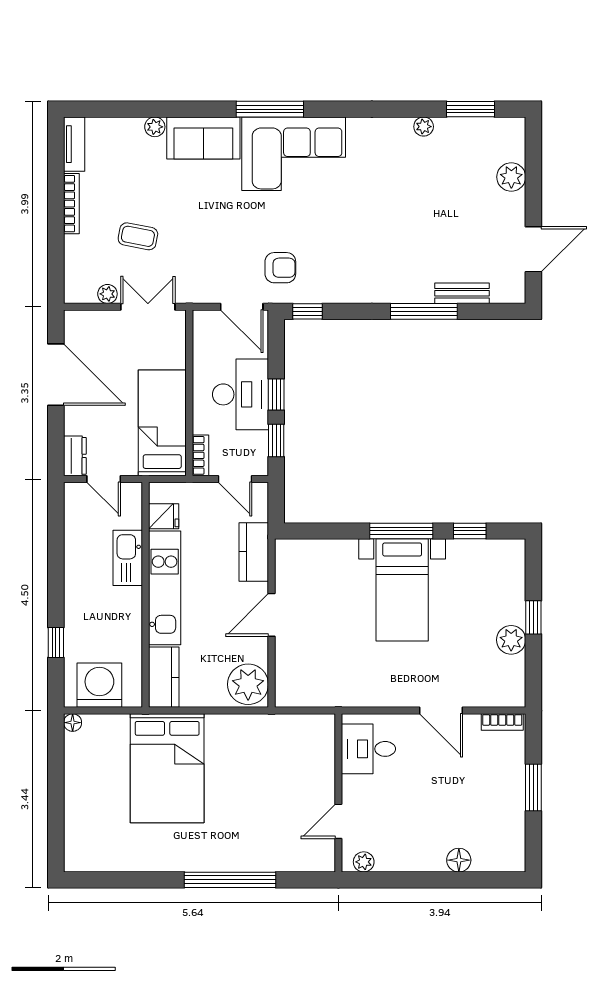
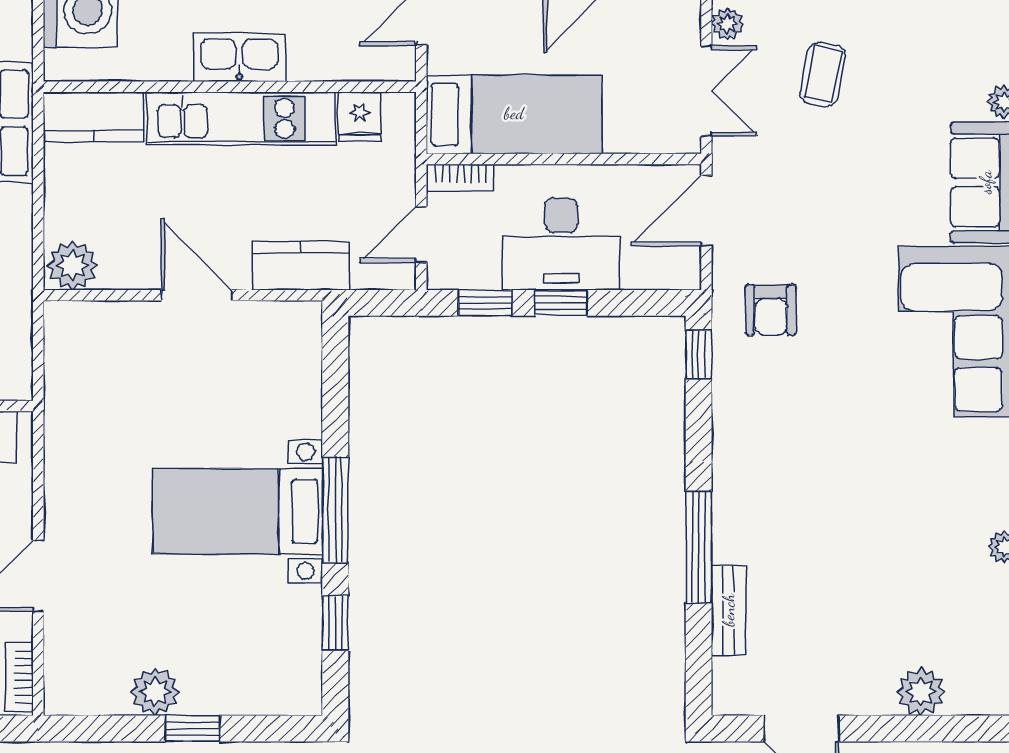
door: (242, 307) -> (706, 211), moved
kitchen sink: (128, 558) -> (239, 57), moved
plant: (248, 684) -> (73, 265), width x0.73, depth x0.73

